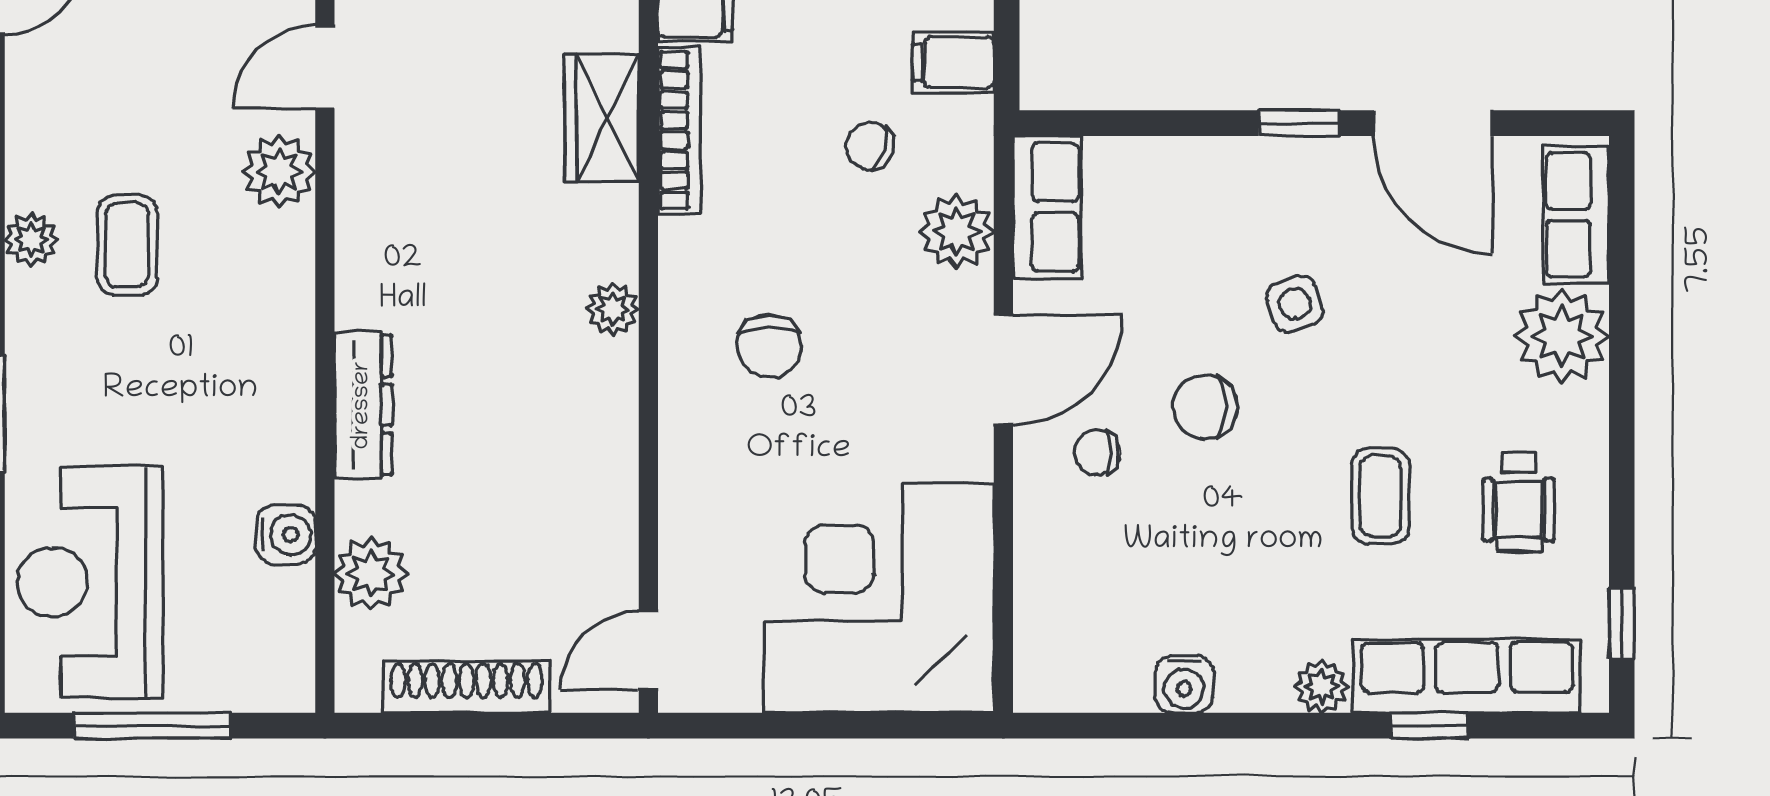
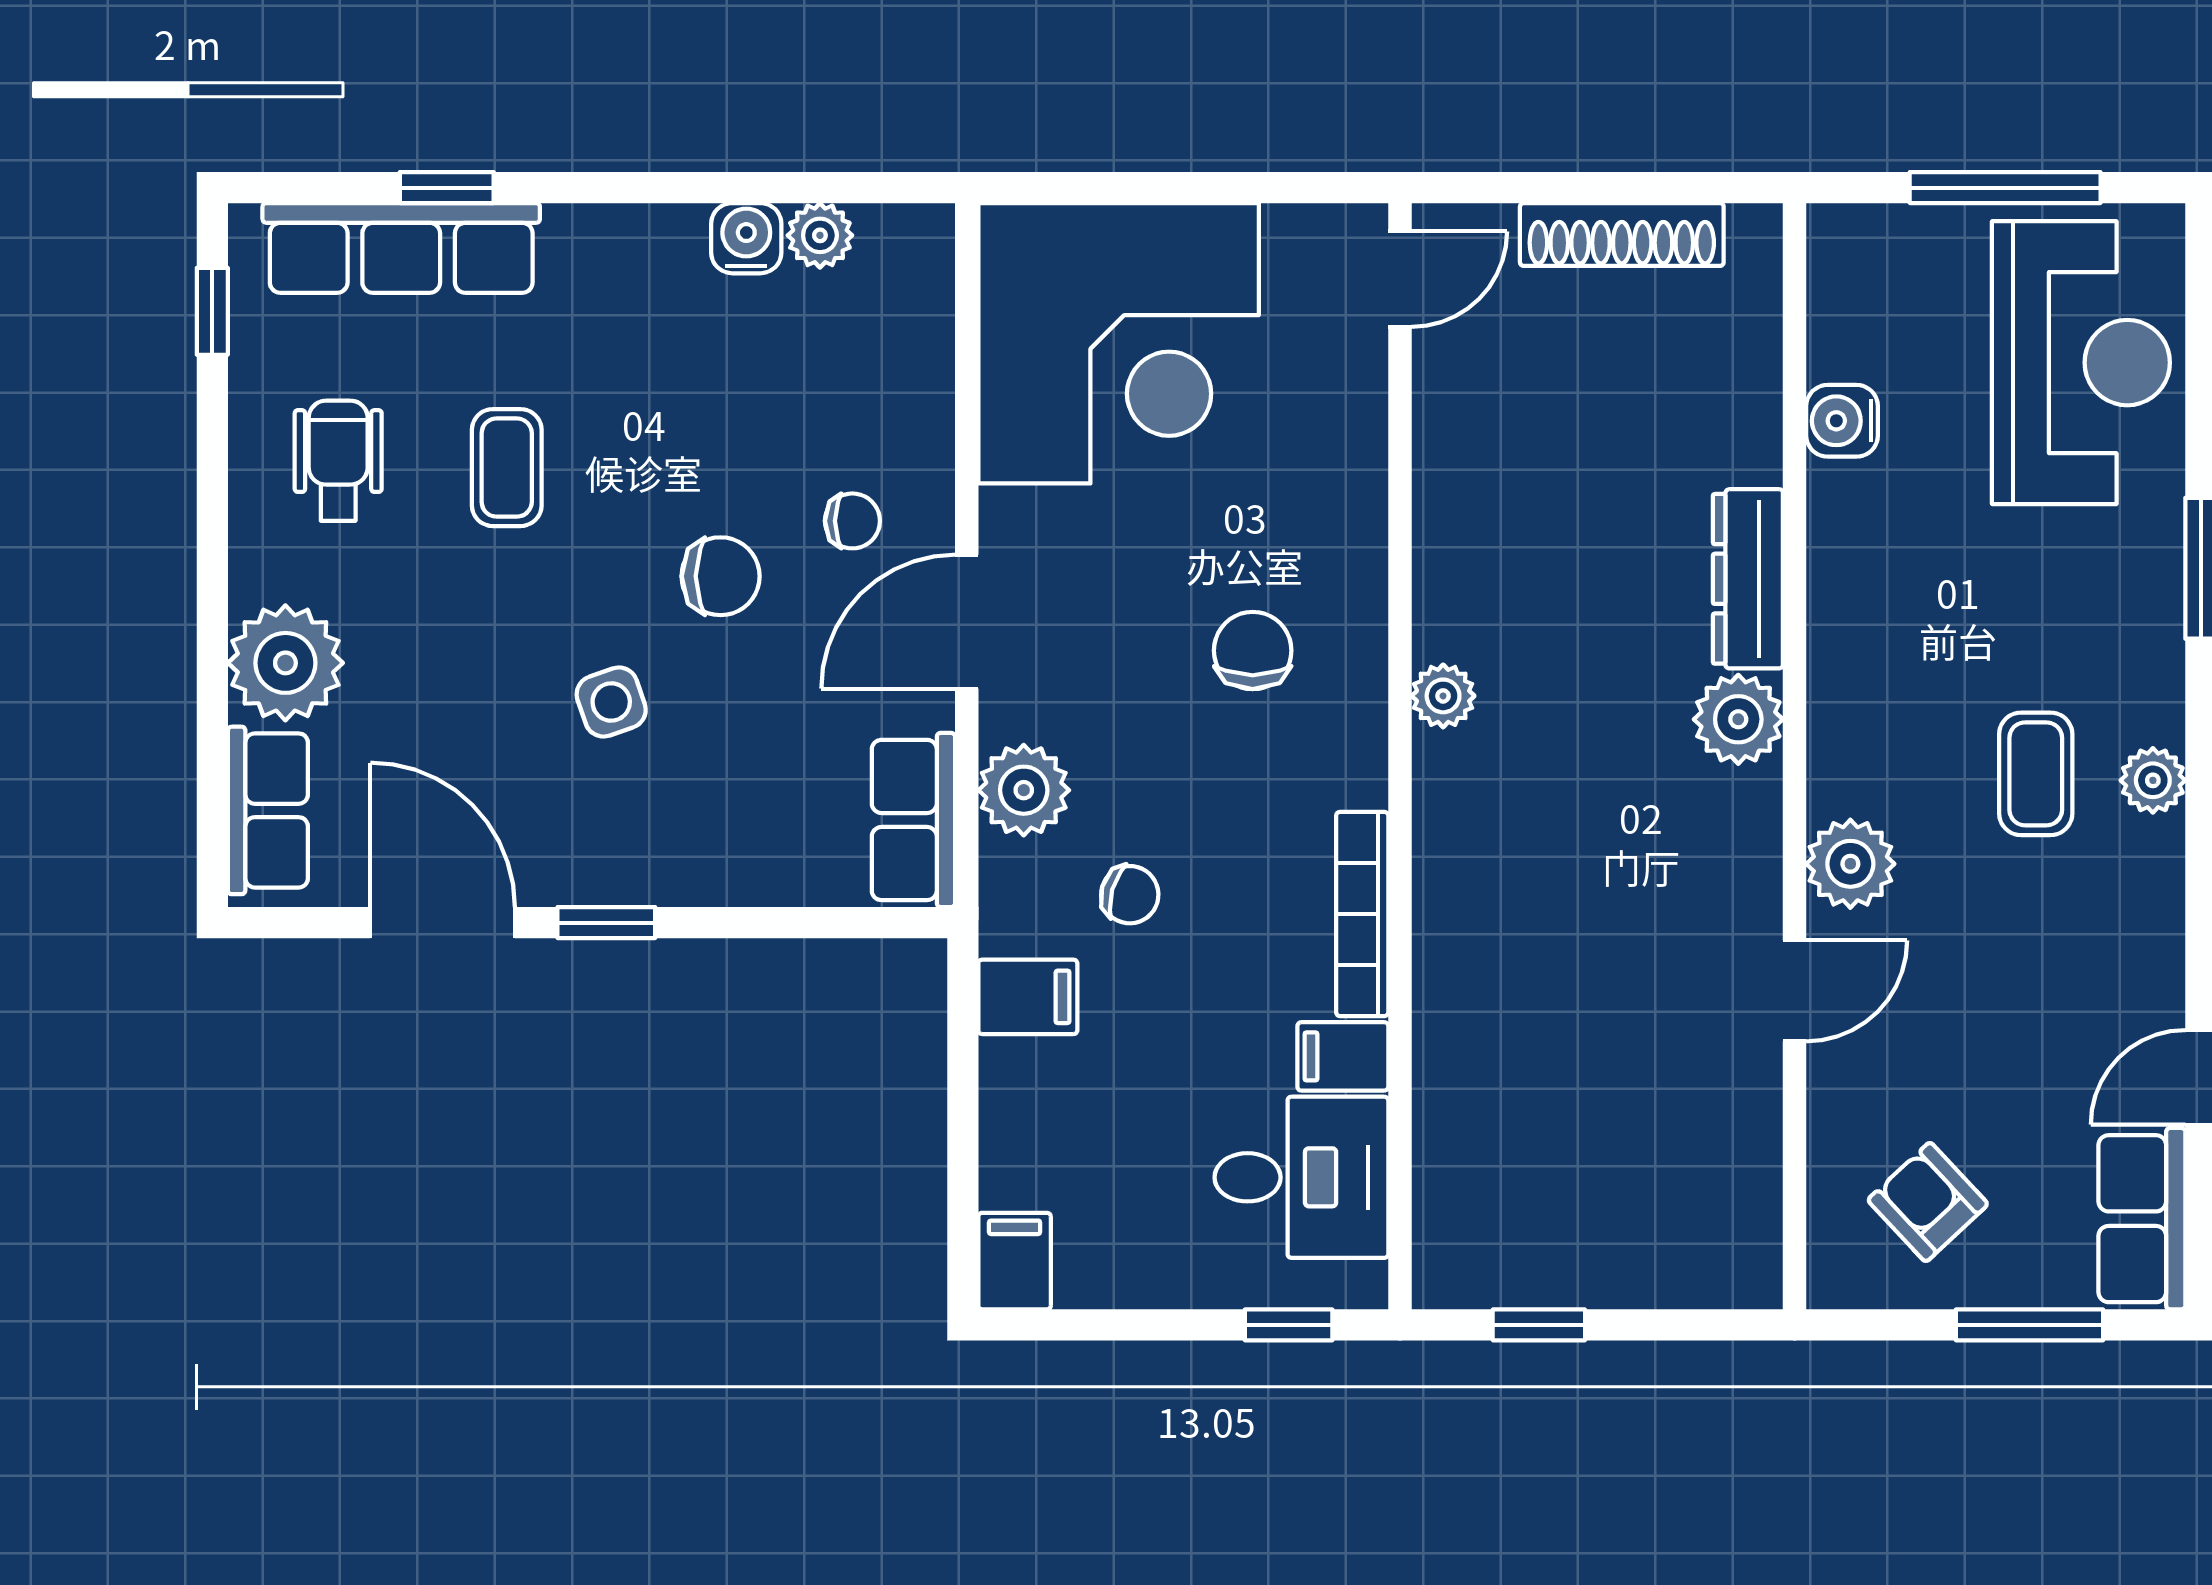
wardrobe: (602, 118) -> (1457, 929), removed
plant: (371, 573) -> (1738, 719), moved
plant: (1322, 686) -> (820, 235), moved

